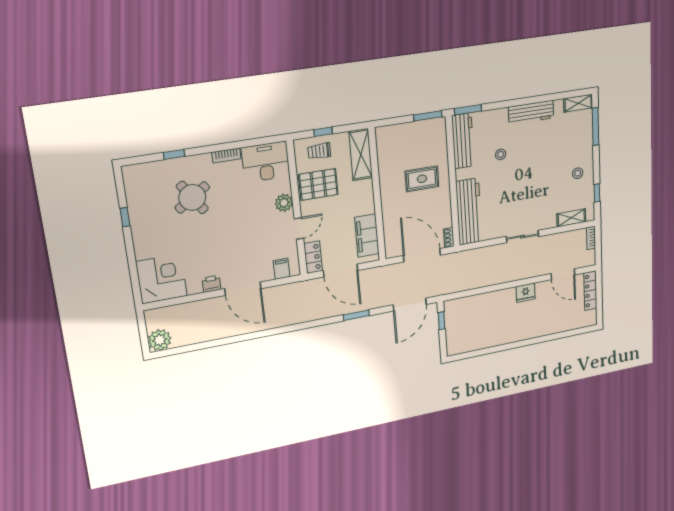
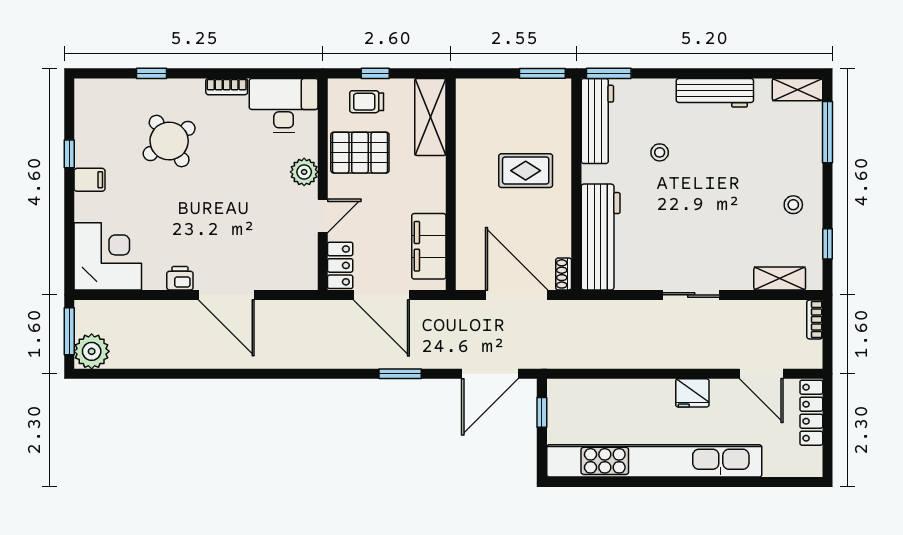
filing cabinet: (281, 269) -> (89, 180), moved, turned 90
window: (143, 330) -> (69, 331), added
kitchen unit: (506, 335) -> (654, 461), added

